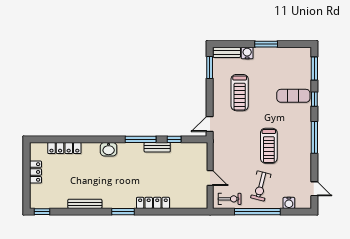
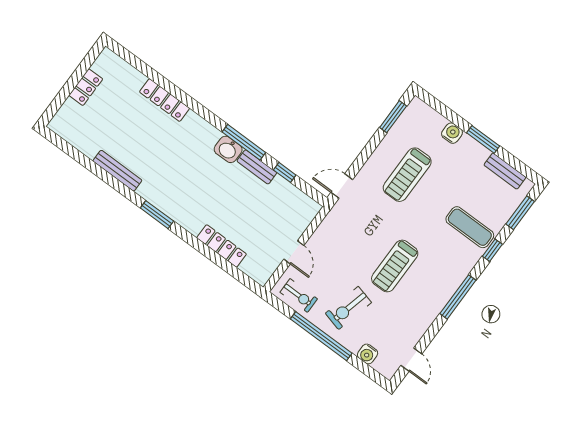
bench: (227, 52) -> (505, 171), moved
locker: (64, 148) -> (165, 100), moved
washbasin: (109, 149) -> (228, 149), moved
locker: (153, 203) -> (222, 246), moved
window: (42, 212) -> (58, 141), removed

